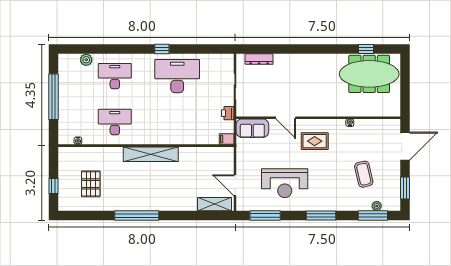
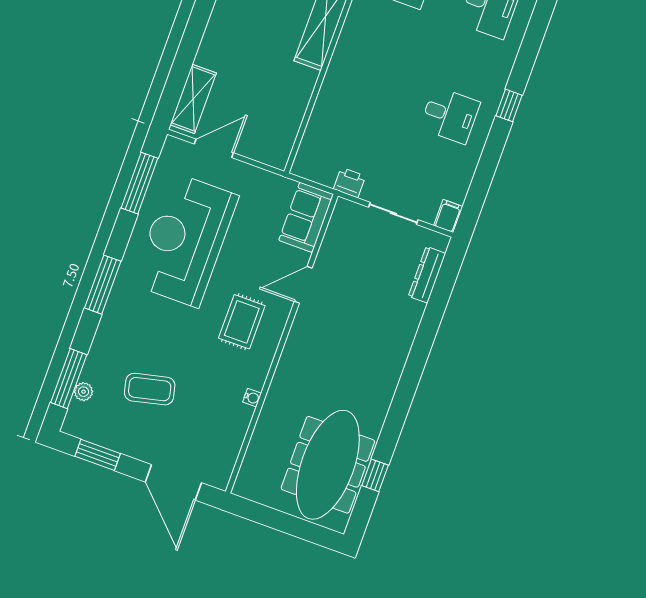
desk: (177, 76) -> (450, 115), width x0.53, depth x0.77
filing cabinet: (227, 139) -> (448, 216), moved
reception desk: (285, 183) -> (185, 240), width x1.36, depth x1.30

